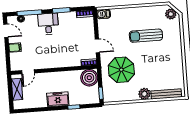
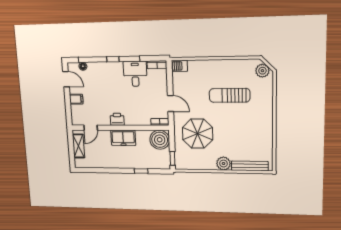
desk: (48, 24) -> (135, 74), moved
printer: (52, 63) -> (117, 119), added
freezer: (58, 99) -> (123, 138), moved, turned 180

